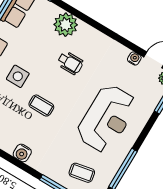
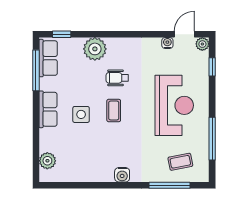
wheelchair: (70, 63) -> (117, 78), turned 180
coffee table: (41, 106) -> (114, 110), moved, turned 90

